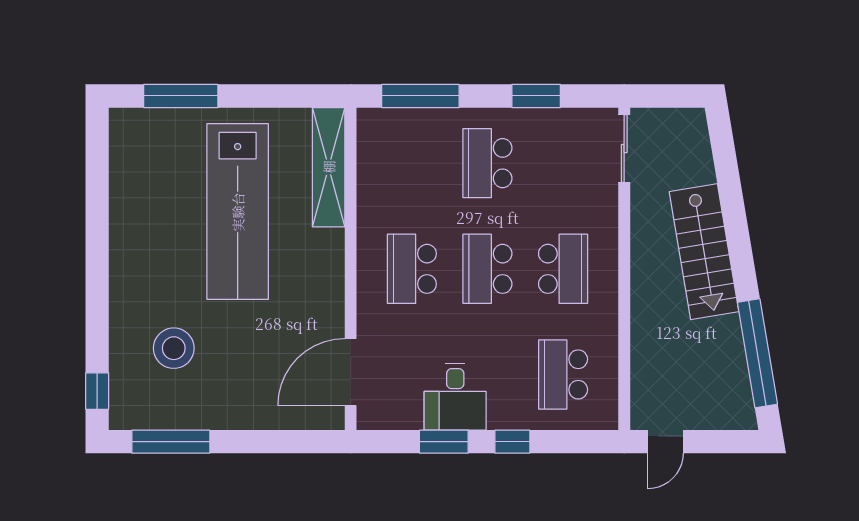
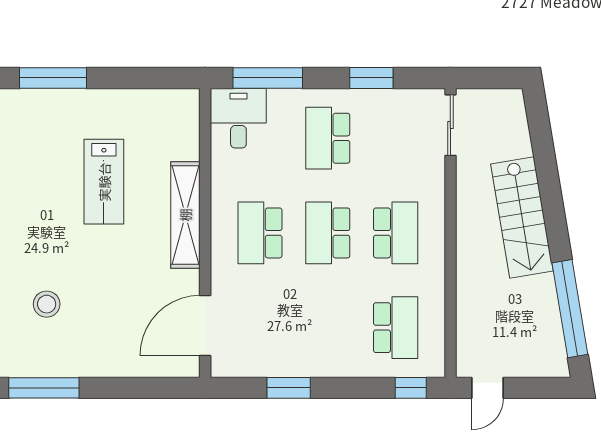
shelving: (329, 167) -> (185, 215), moved
lab bench: (238, 212) -> (104, 182), width x0.54, depth x0.72
stool: (174, 348) -> (47, 304), width x0.73, depth x0.73
school desk: (563, 374) -> (396, 328), turned 180
desk: (455, 397) -> (238, 118), moved, turned 180
window: (512, 442) -> (411, 388), moved

